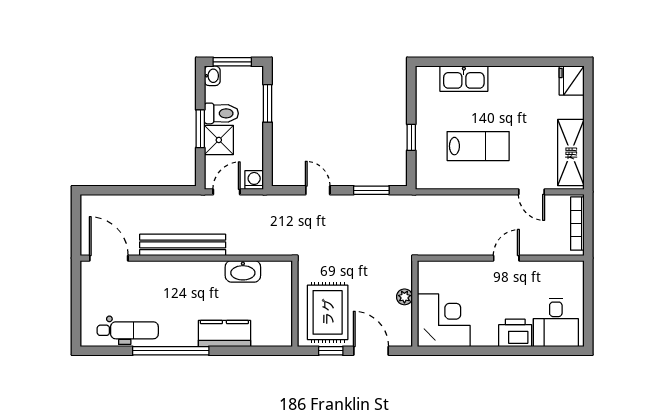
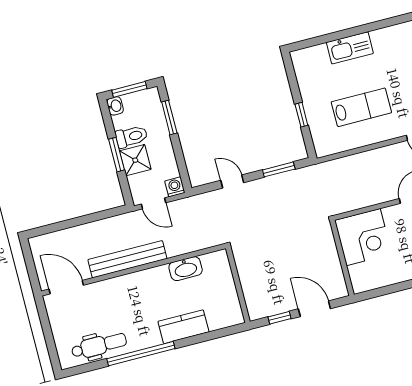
kitchen sink: (464, 79) -> (350, 48), moved
door: (227, 192) -> (154, 203), swing flipped
plant: (404, 297) -> (331, 255), removed
rug: (328, 312) -> (268, 285), removed
corner desk: (444, 320) -> (363, 237), moved, turned 90

